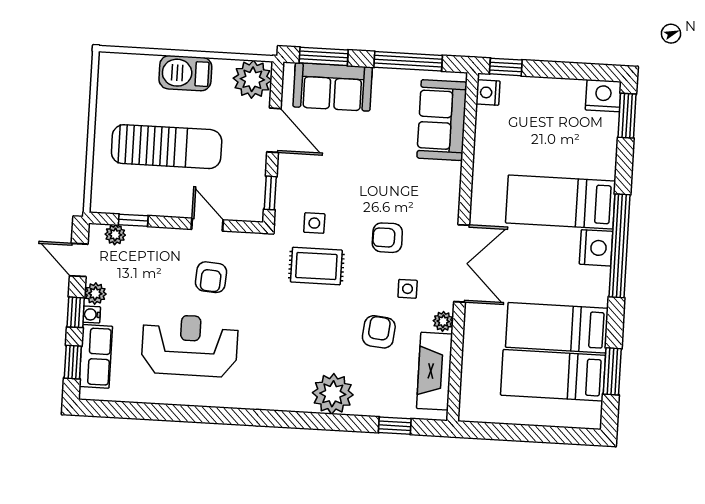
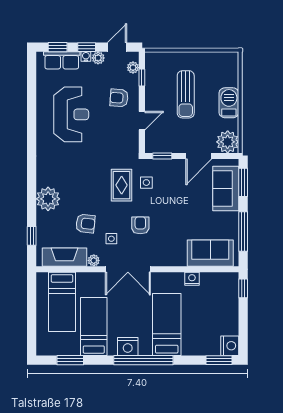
nightstand: (488, 93) -> (192, 279), moved
sun lounger: (167, 147) -> (186, 94), width x0.73, depth x0.75
nightstand: (596, 248) -> (128, 347), moved
armchair: (211, 277) -> (119, 98), moved
bed: (553, 375) -> (62, 302), moved, turned 180

